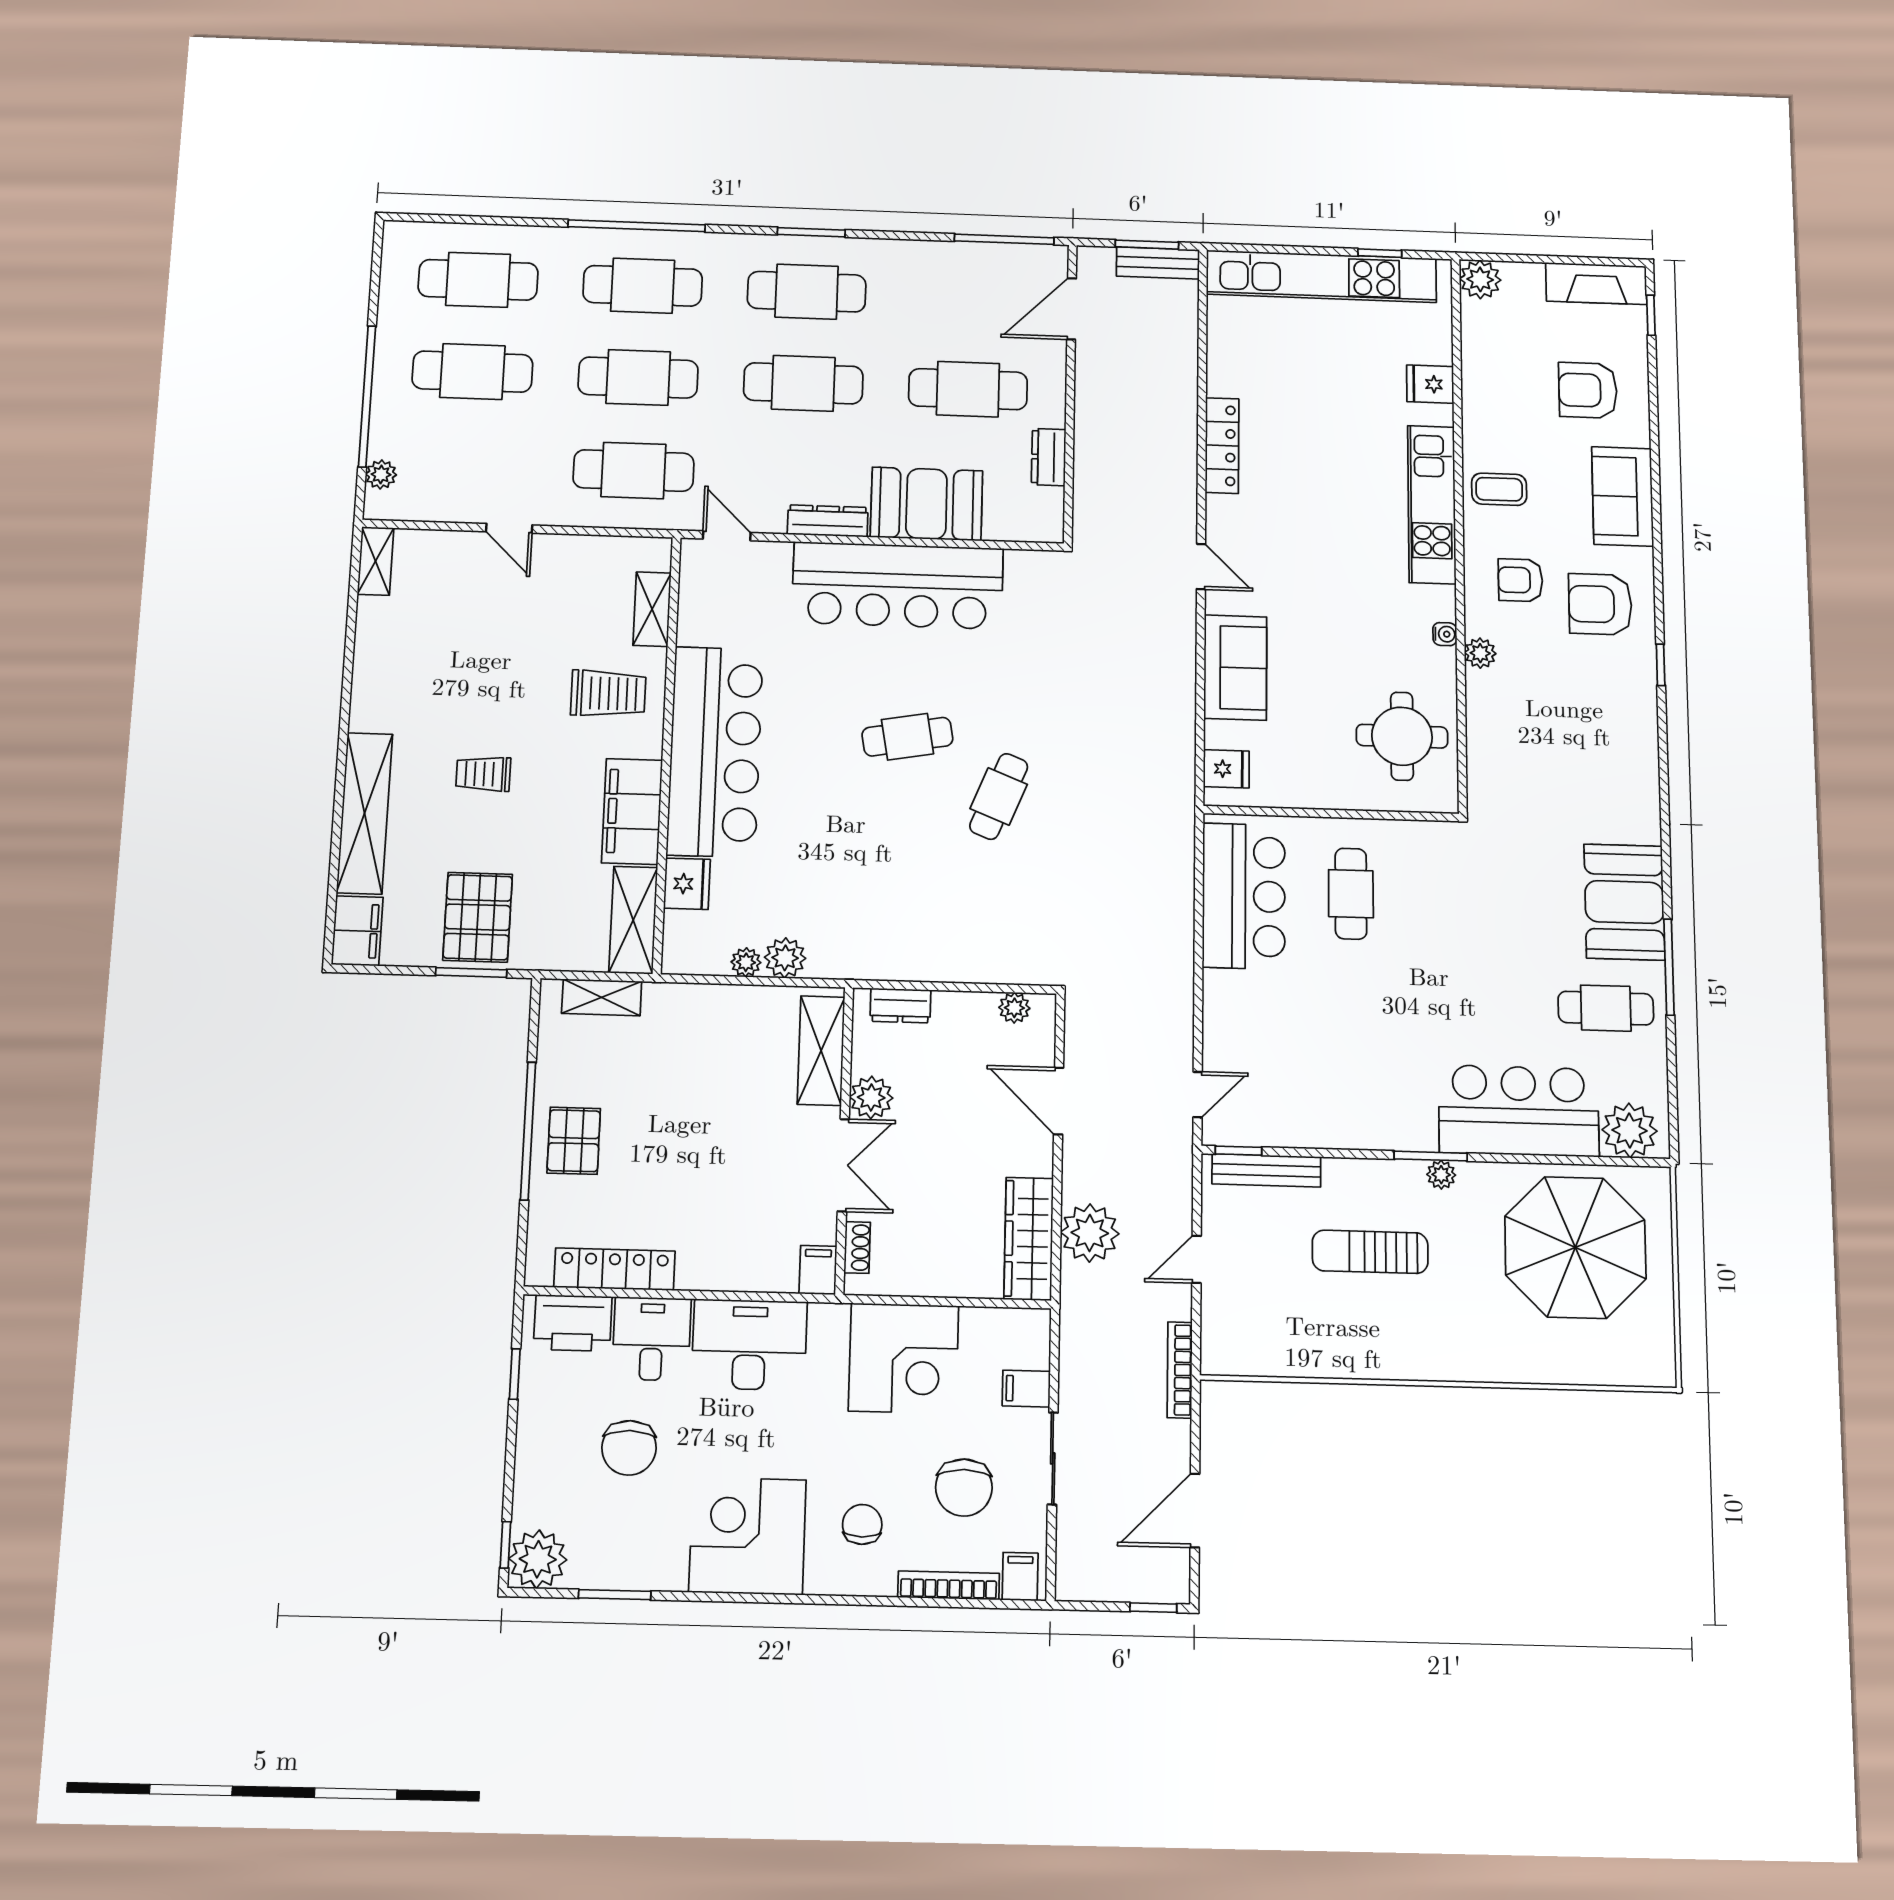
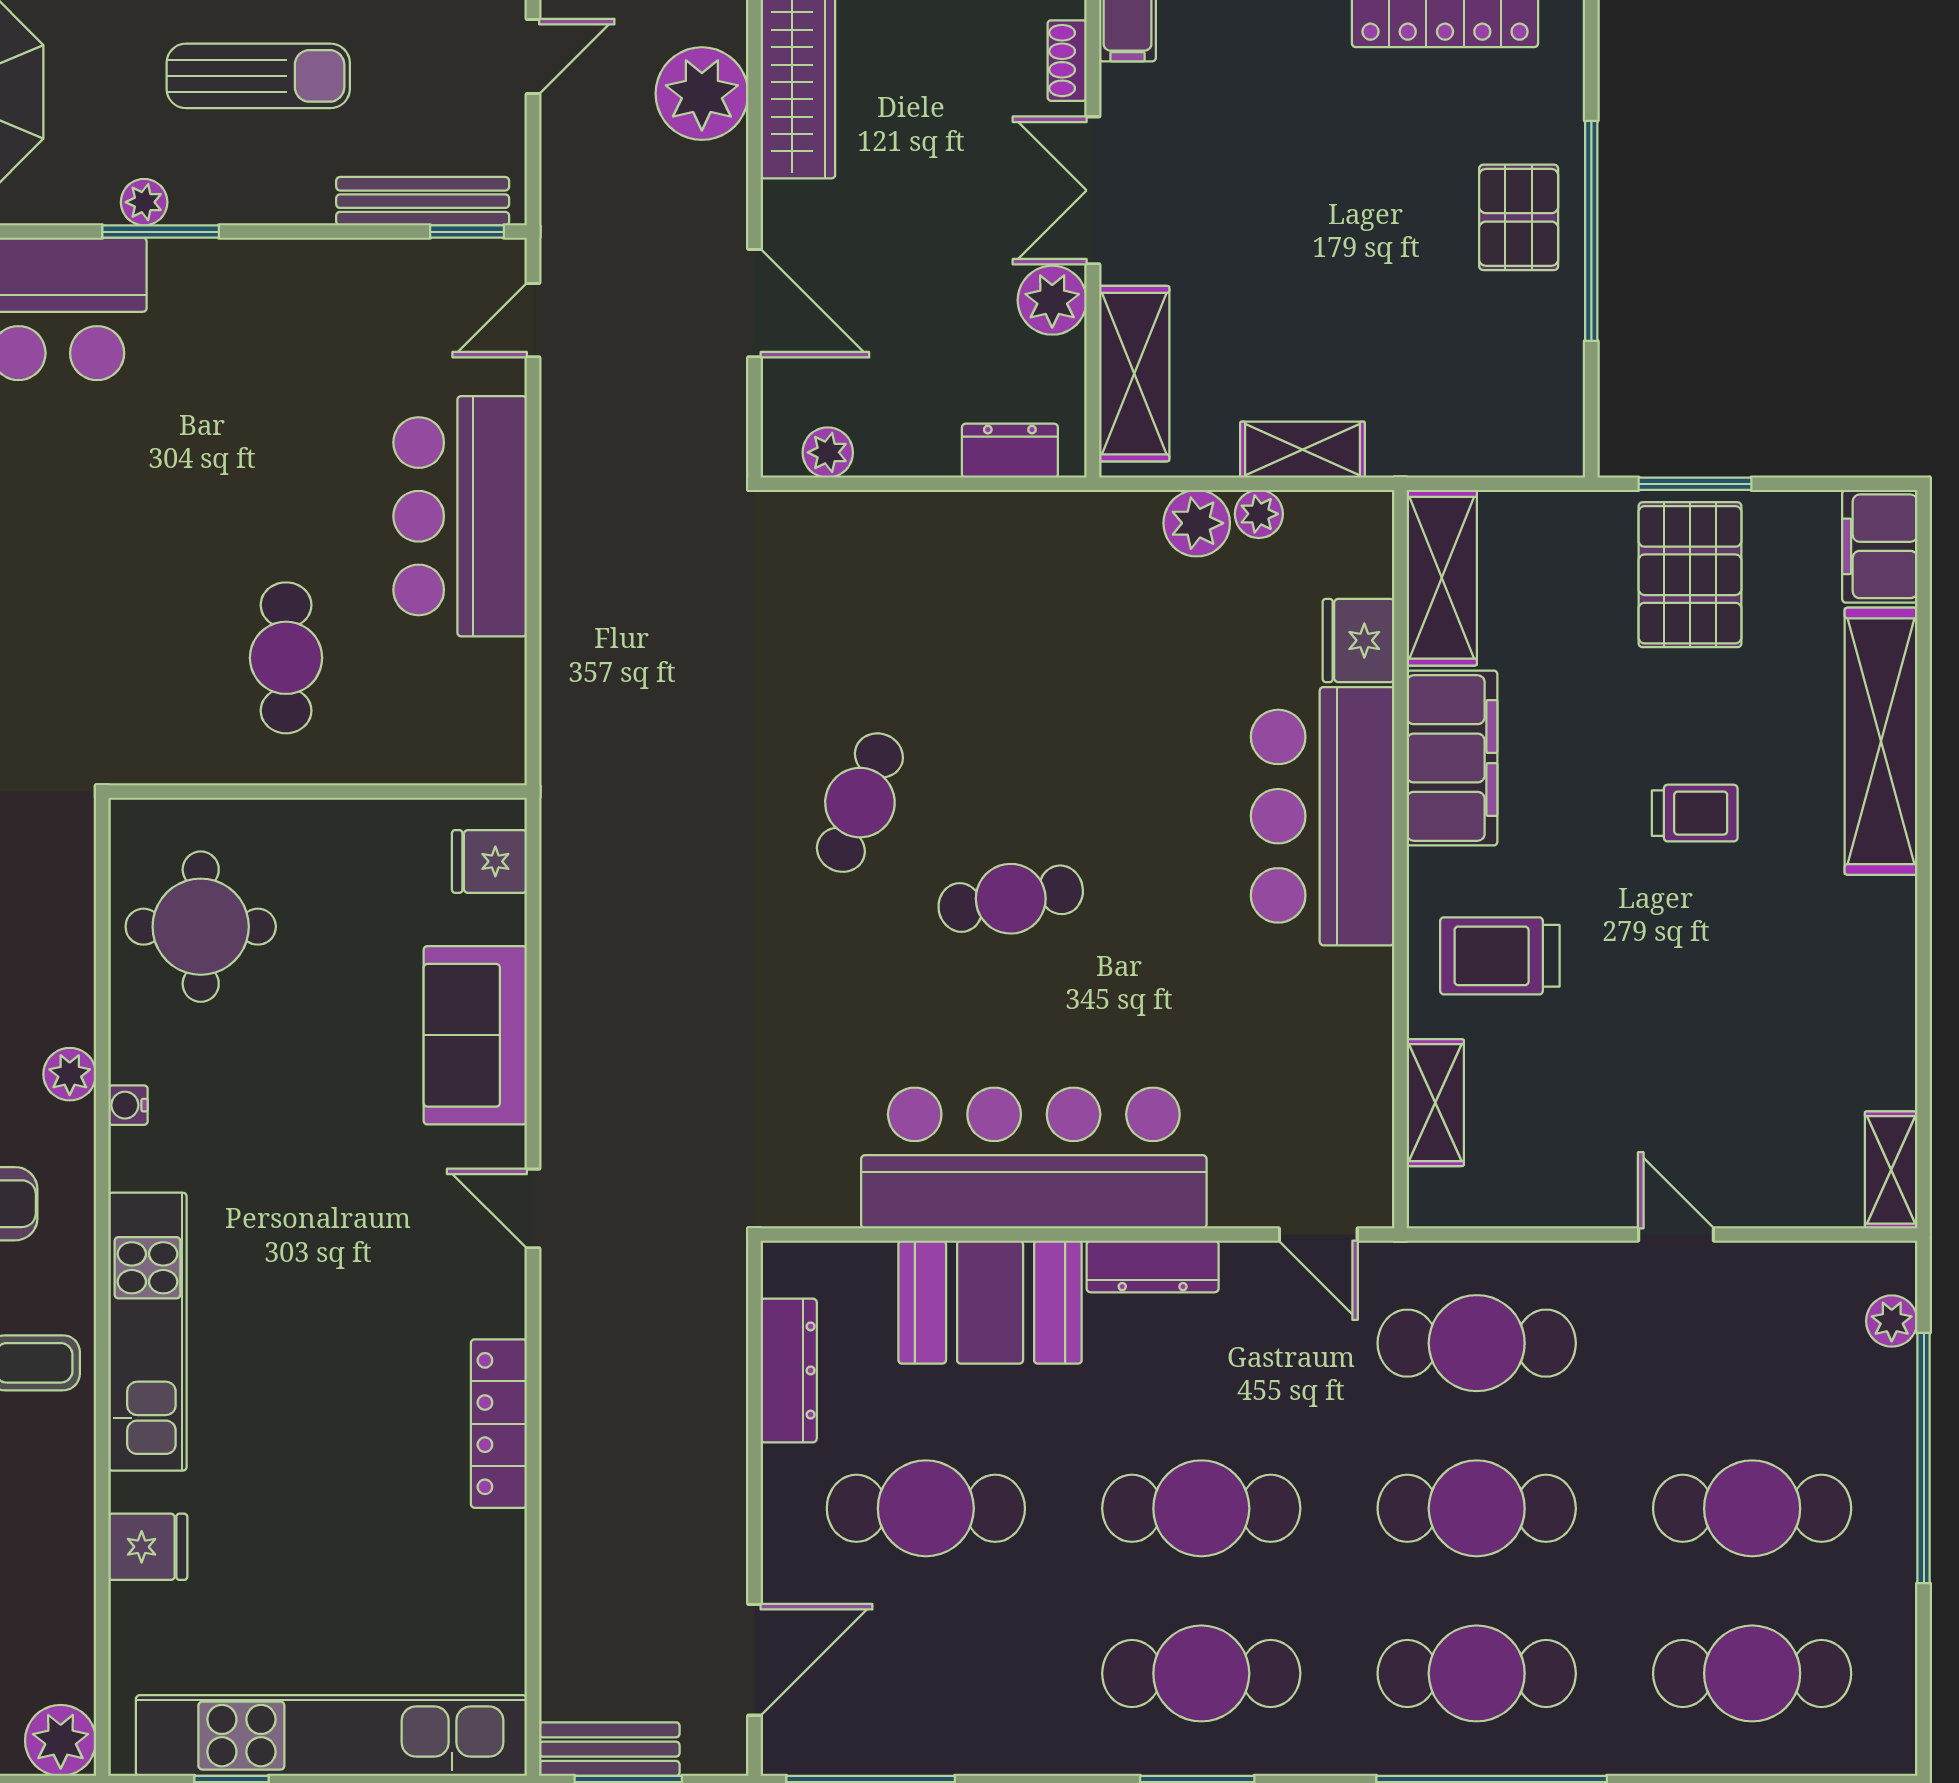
dresser: (1049, 457) -> (789, 1370), width x1.44
bar counter: (715, 752) -> (1323, 816), width x0.73
bar counter: (1244, 896) -> (460, 516), moved
shelving: (602, 997) -> (1303, 450), moved

